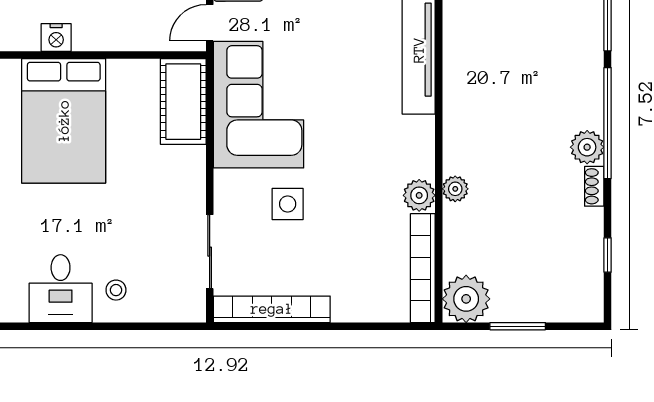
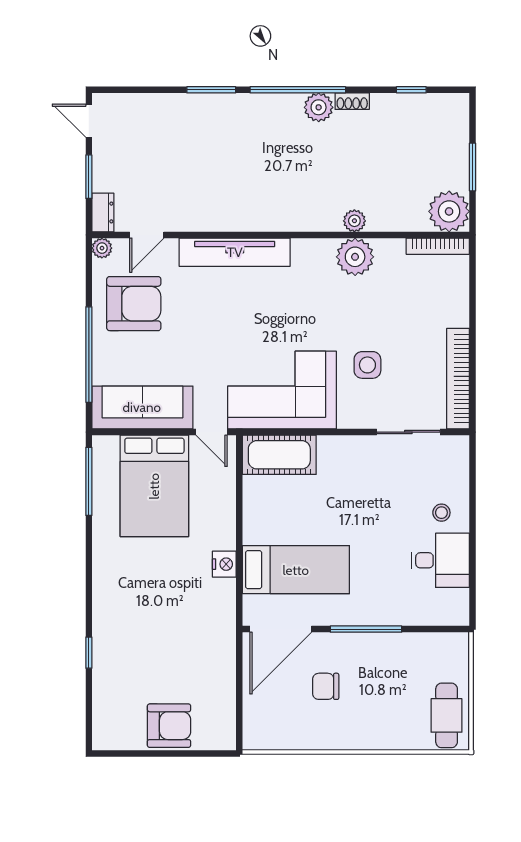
bed: (64, 121) -> (296, 570), width x0.67
plant: (419, 195) -> (355, 257), width x1.36, depth x1.36
bookcase: (423, 268) -> (438, 246), width x0.68, depth x0.76

